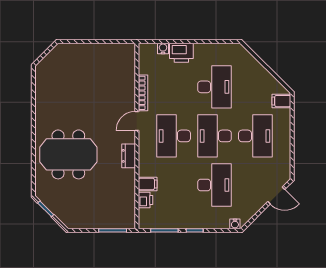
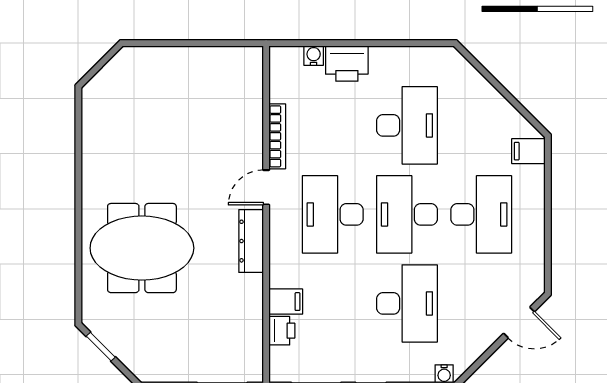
dresser: (129, 156) -> (251, 241), width x1.44

